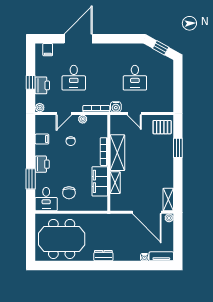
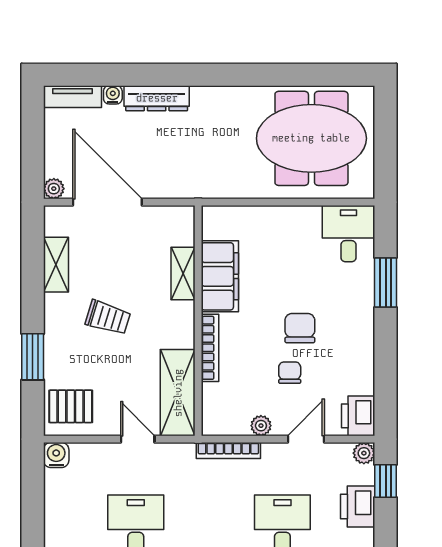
window: (31, 82) -> (386, 481), moved
water cooler: (116, 107) -> (56, 455), moved
filing cabinet: (42, 139) -> (359, 378), removed
shelving: (117, 153) -> (178, 393), moved
printer: (42, 164) -> (358, 416), moved
trolley: (147, 164) -> (108, 318), added
chair: (69, 193) -> (300, 328), moved
shelving: (168, 199) -> (56, 265), moved
dresser: (103, 256) -> (157, 98), moved, width x1.44

